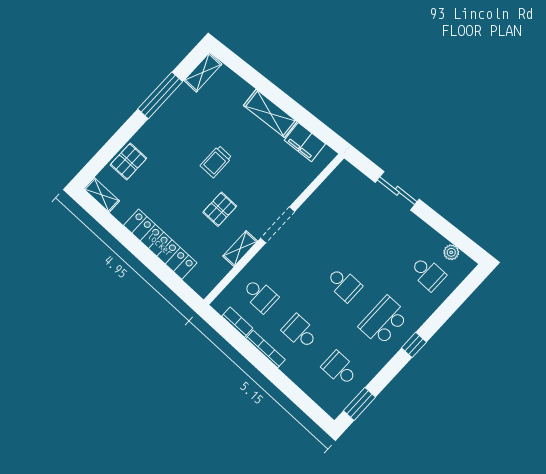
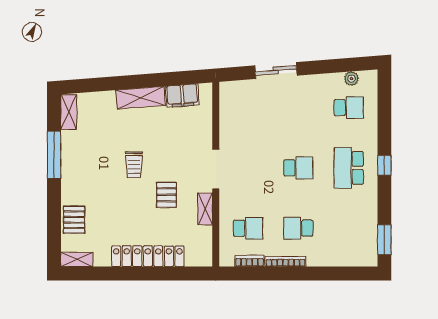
school desk: (340, 369) -> (349, 228), removed

